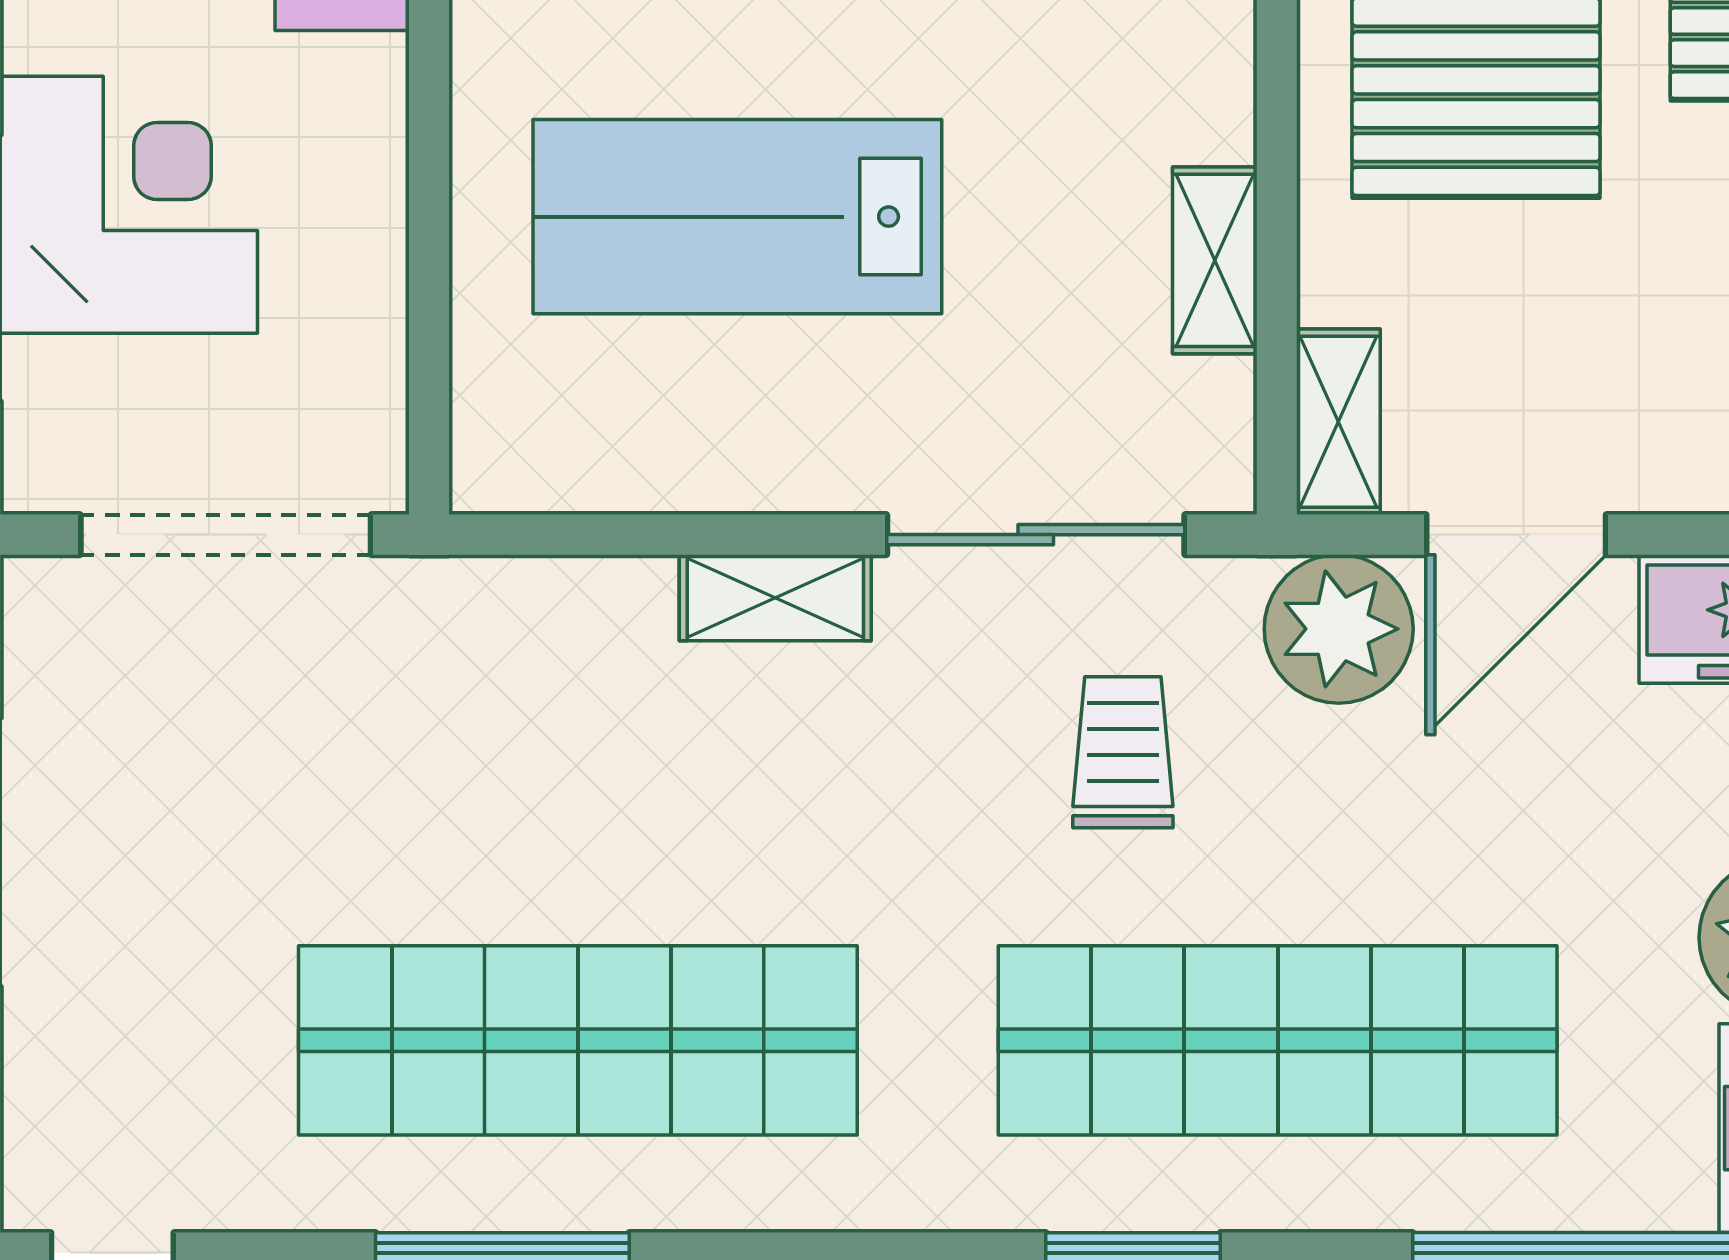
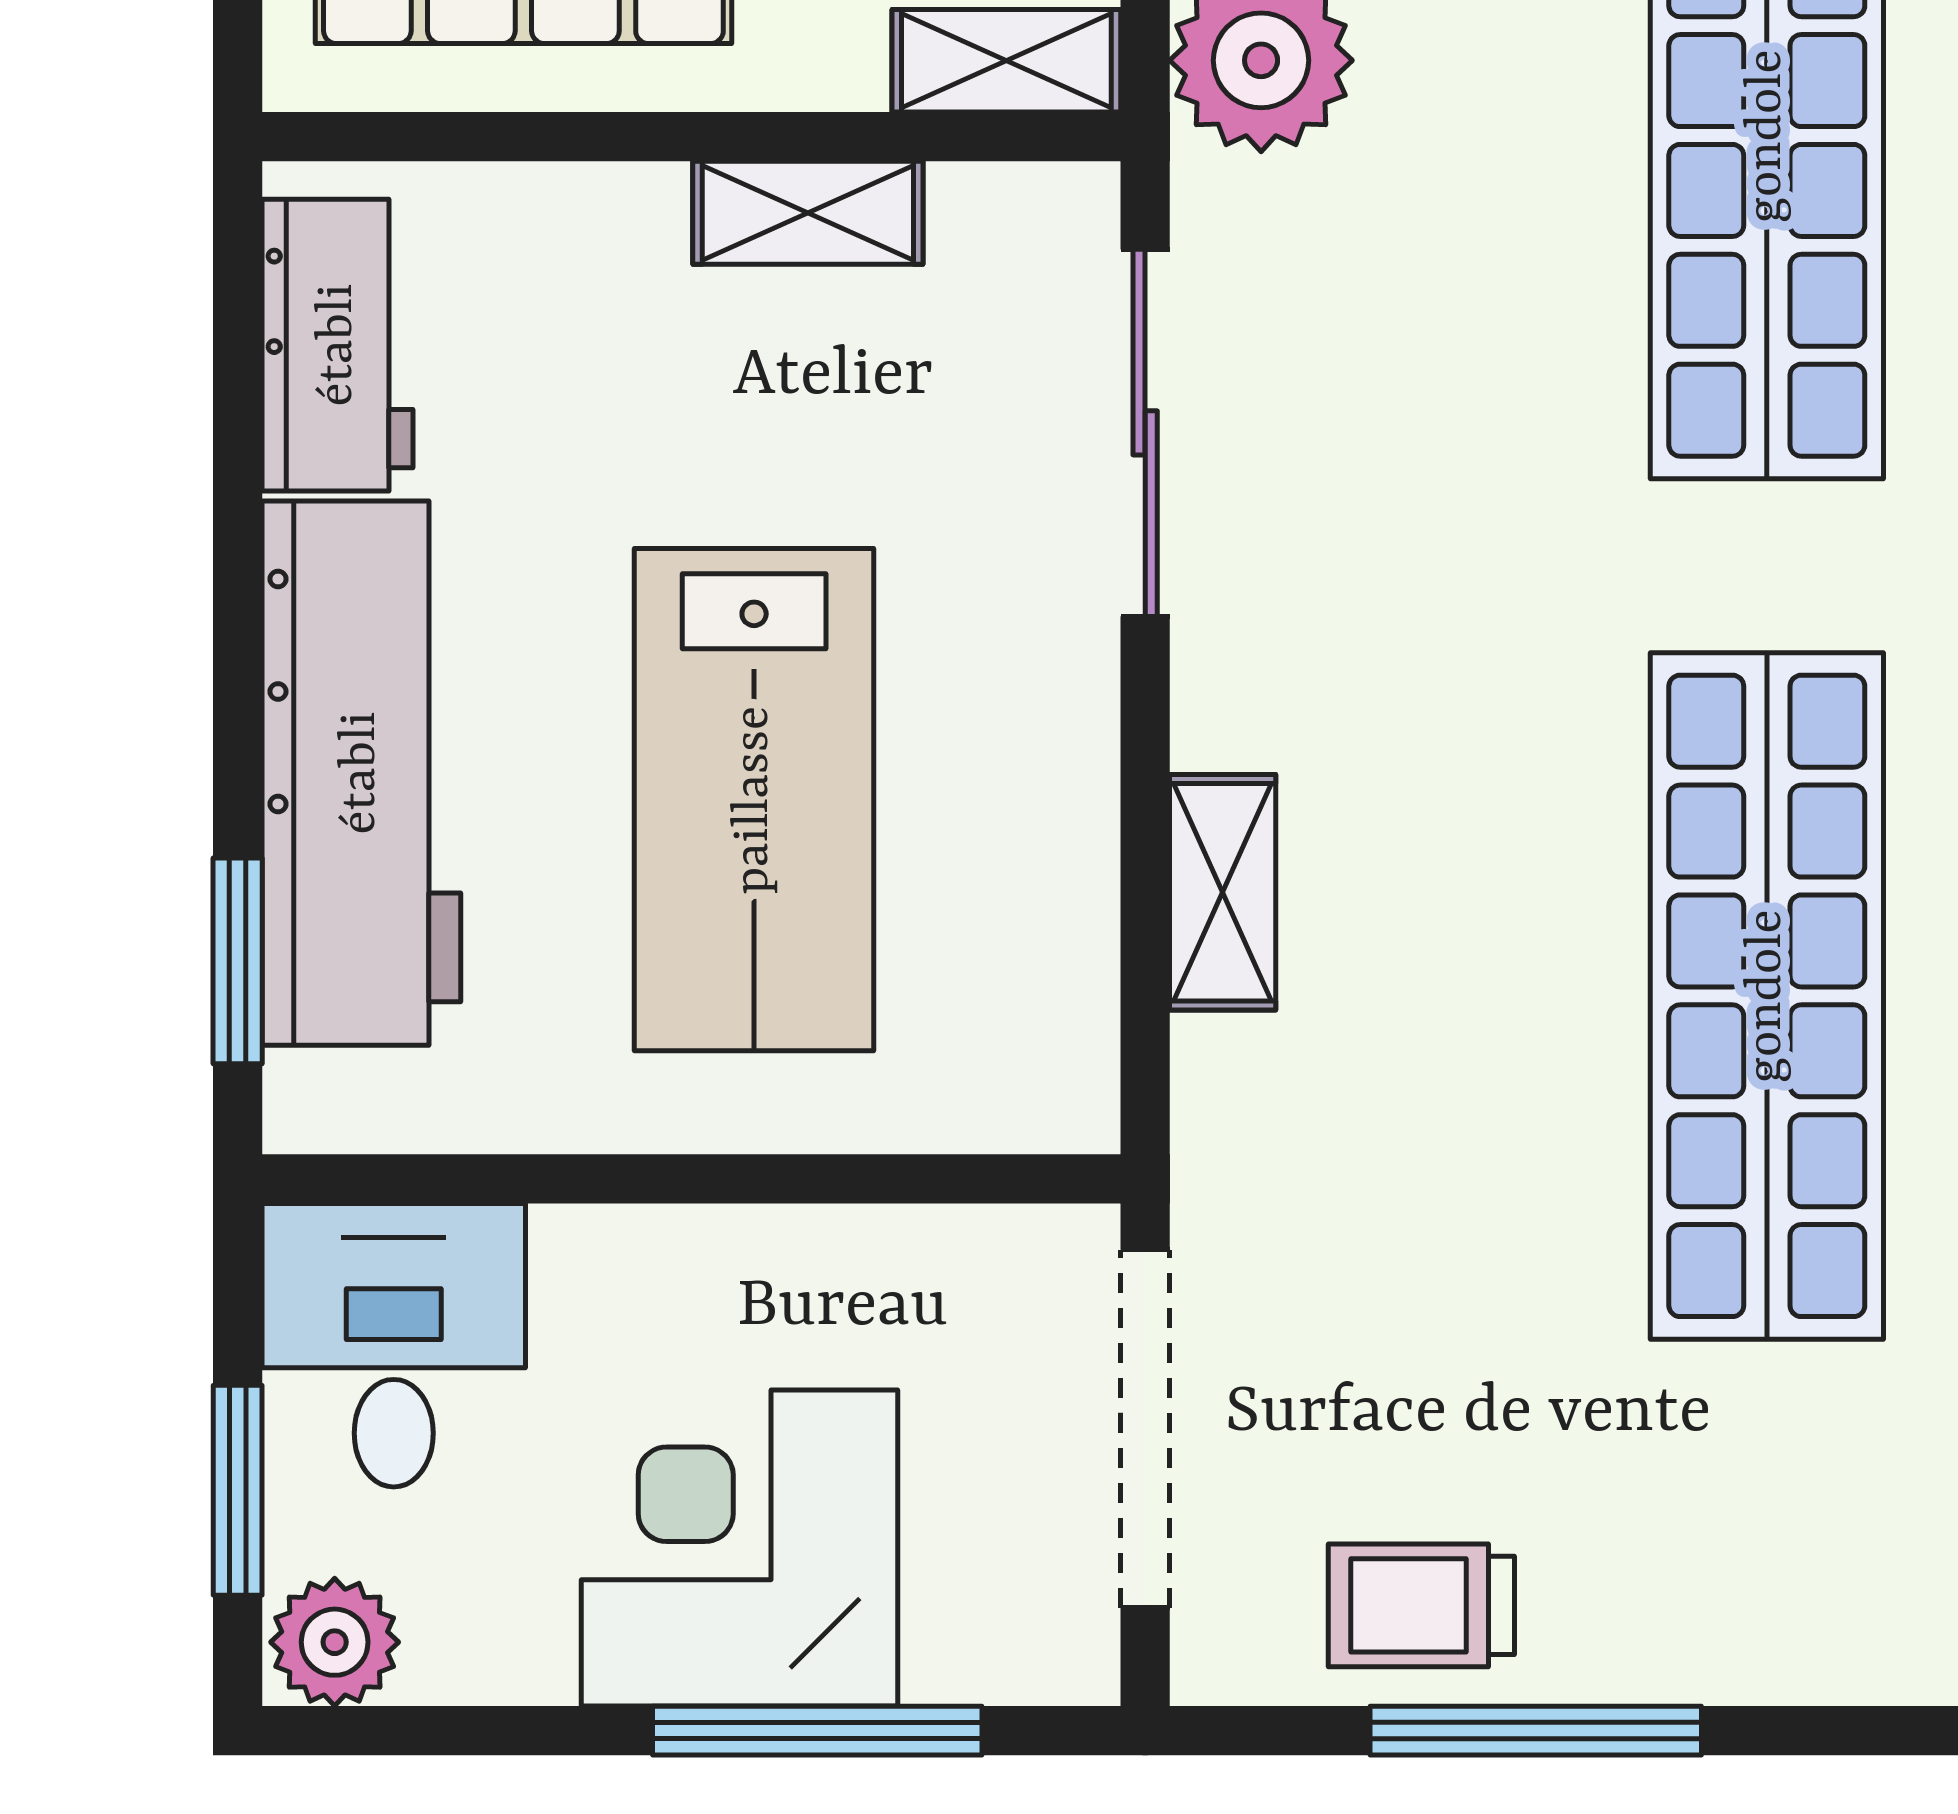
shelving: (775, 598) -> (1223, 892), moved
trolley: (1123, 752) -> (1421, 1605), moved

